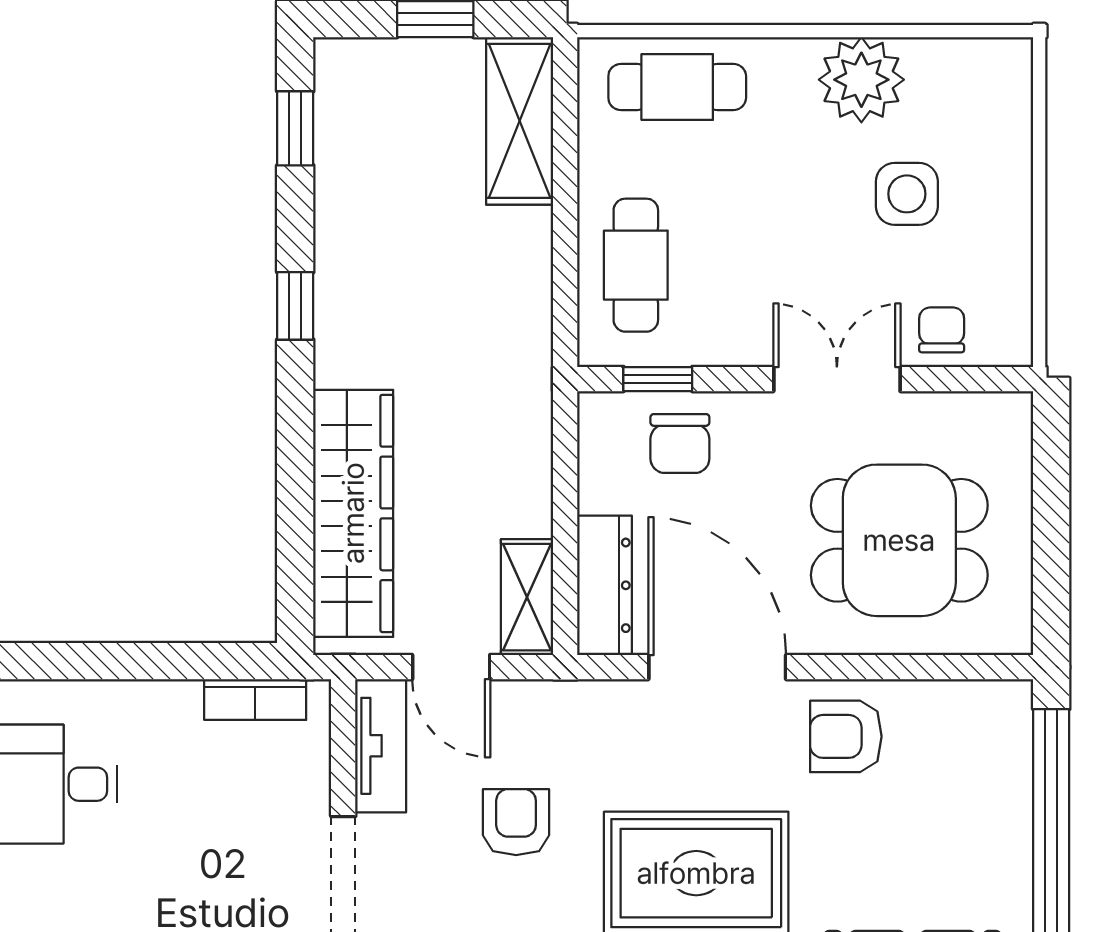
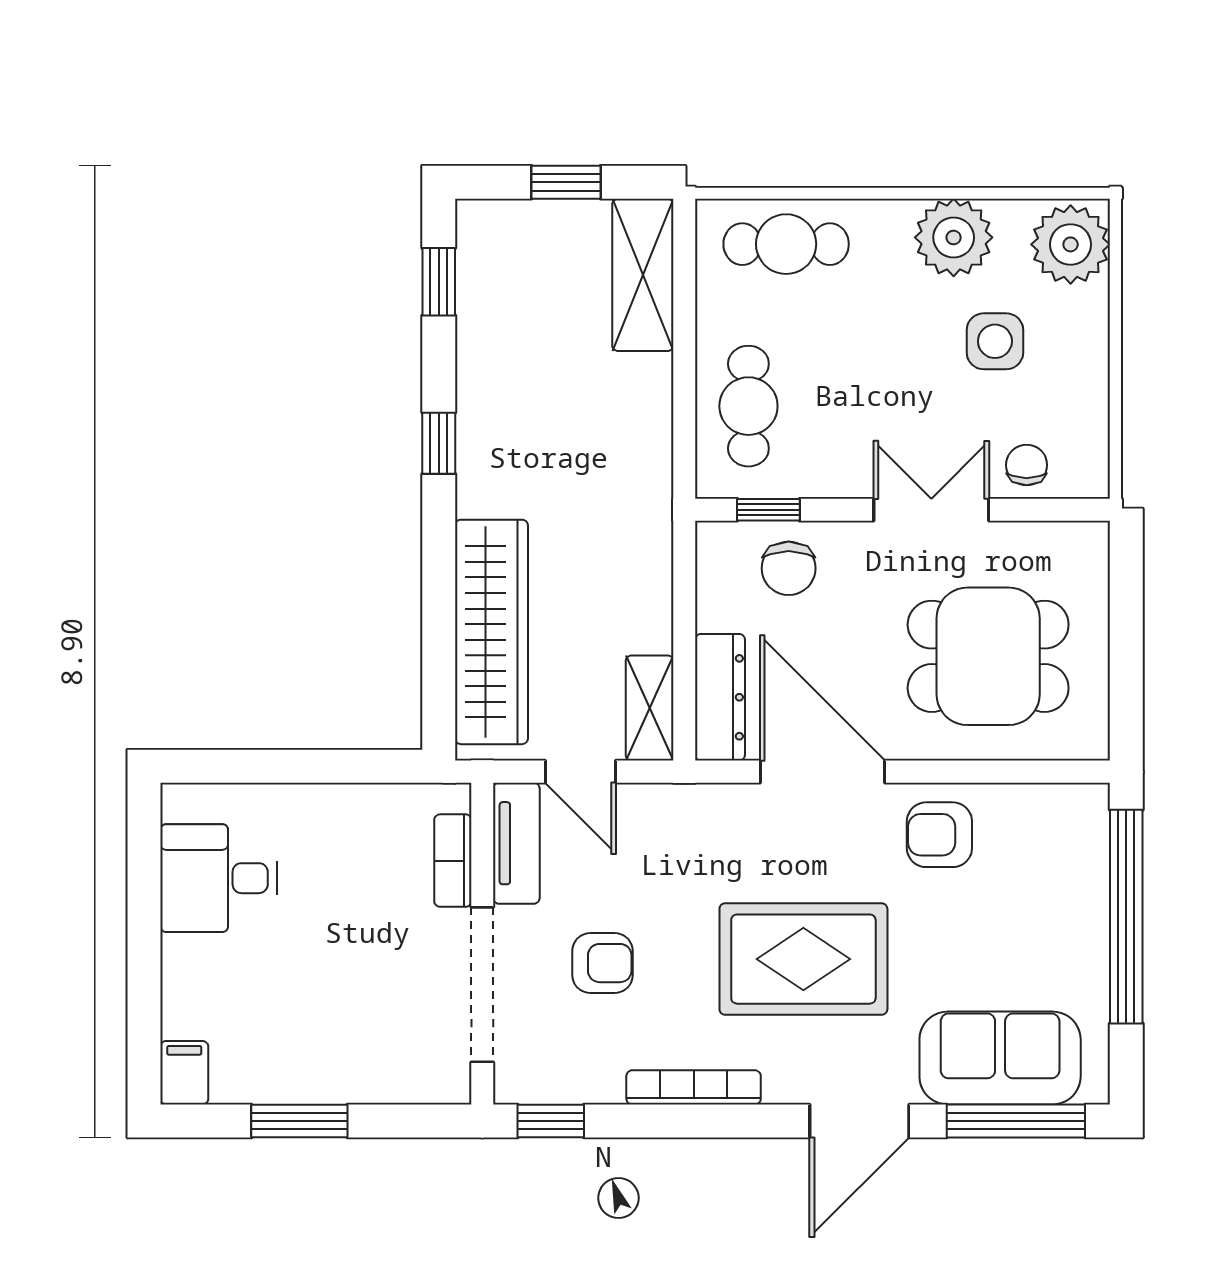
plant: (990, 87) -> (1071, 244), added
bookcase: (255, 699) -> (453, 861), moved, turned 90
armchair: (516, 822) -> (603, 963), moved, turned 90

